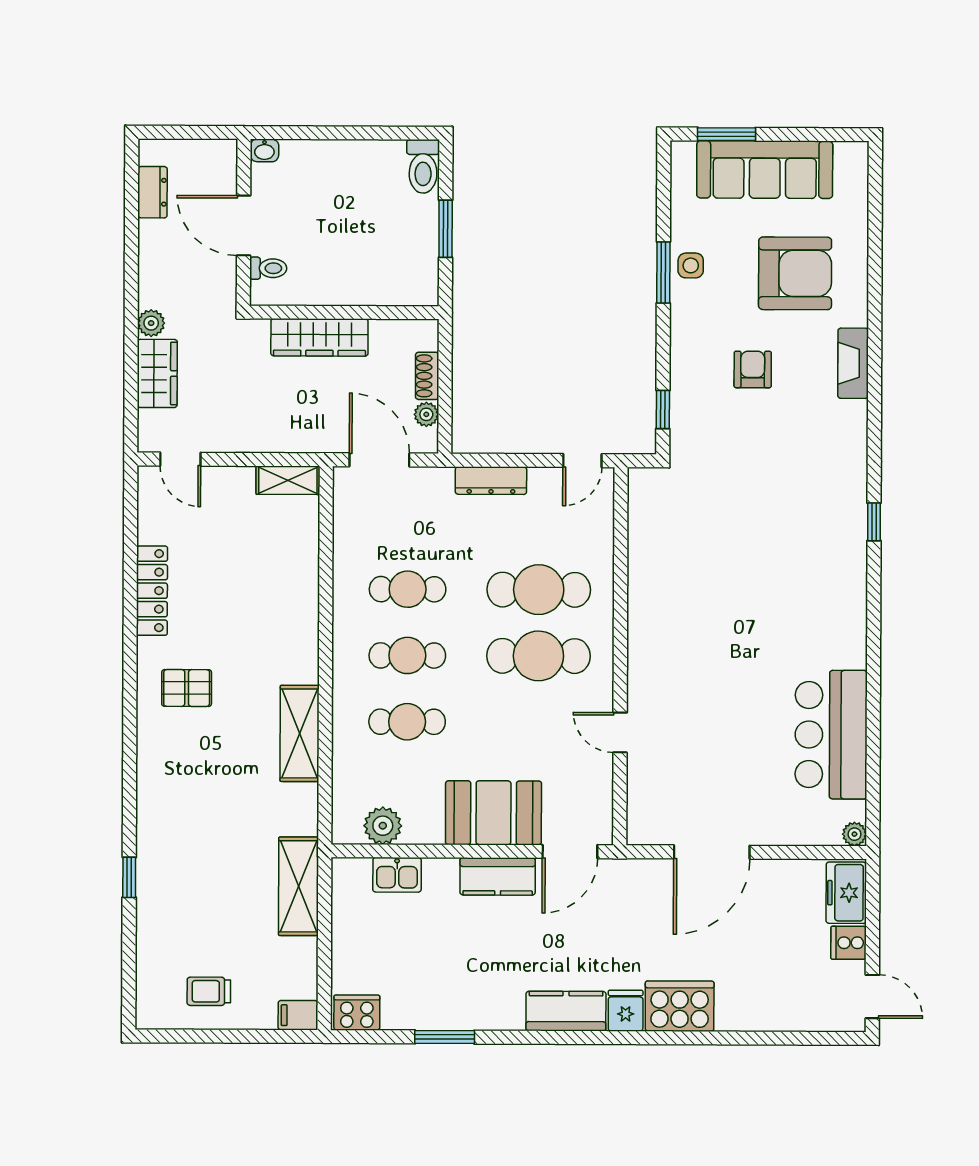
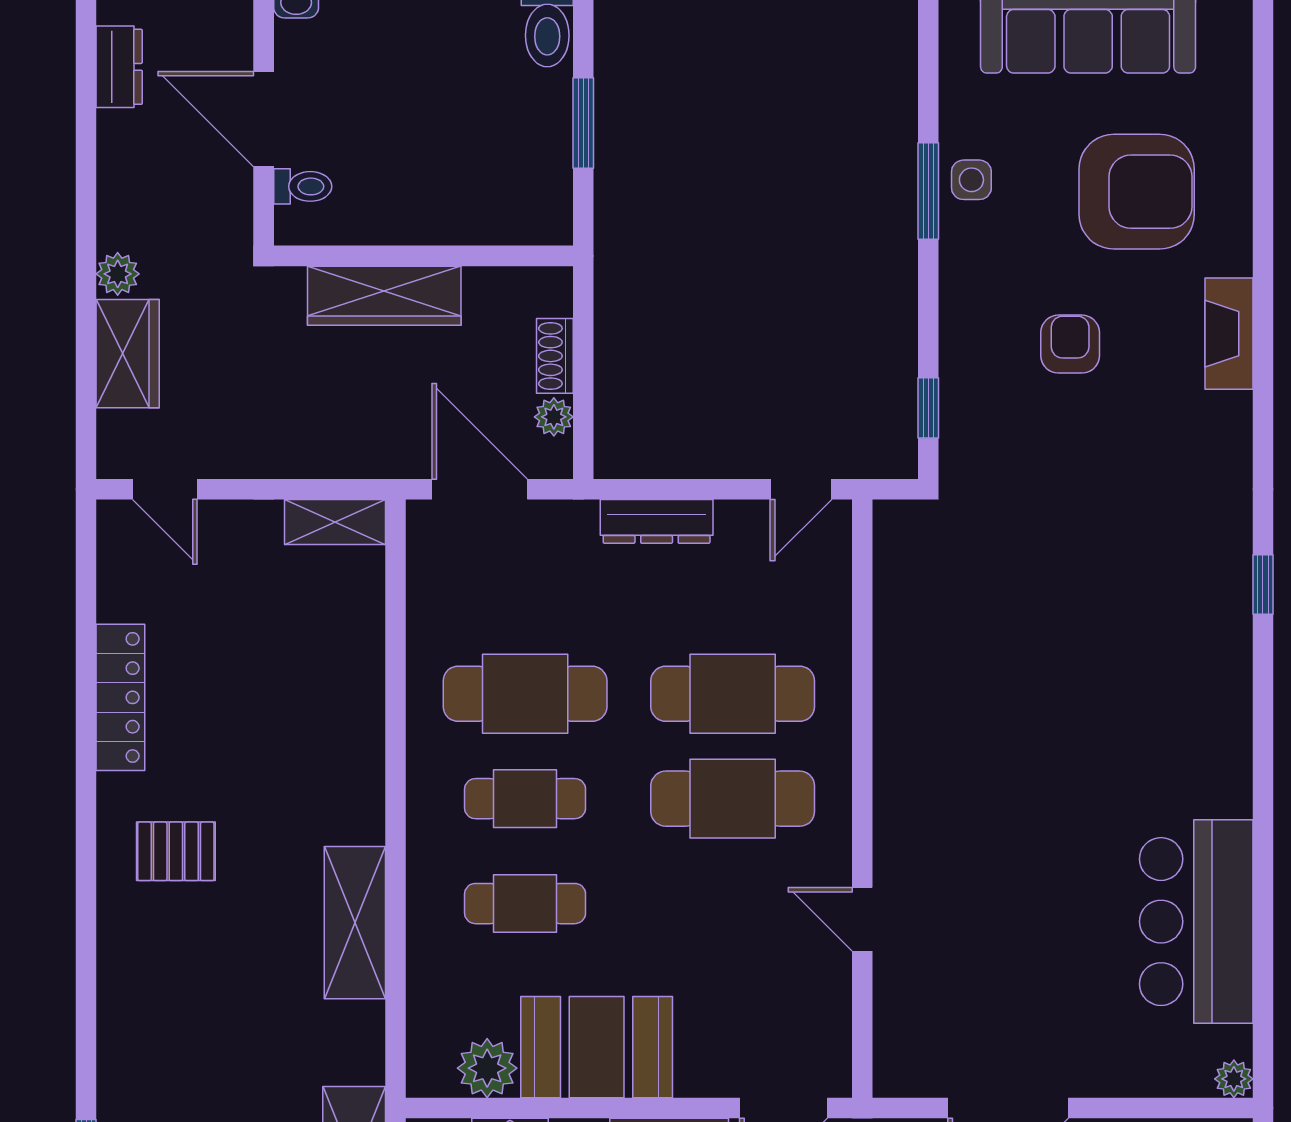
cafe table: (408, 589) -> (525, 694), width x1.37, depth x1.35
booth: (493, 813) -> (597, 1047), moved

